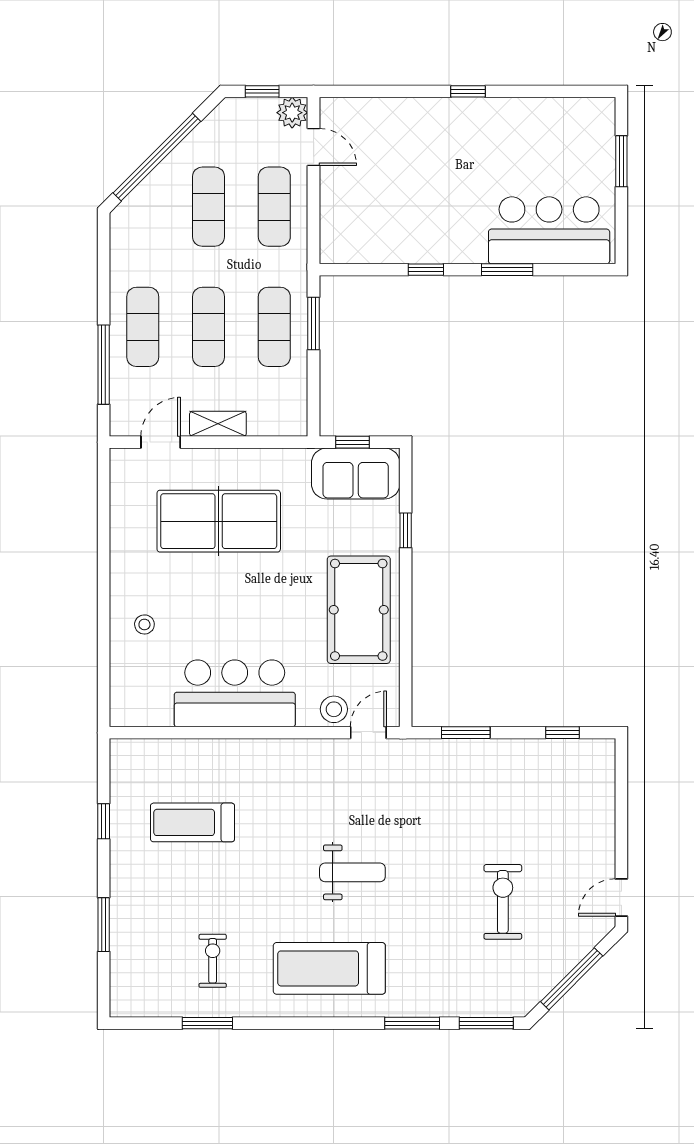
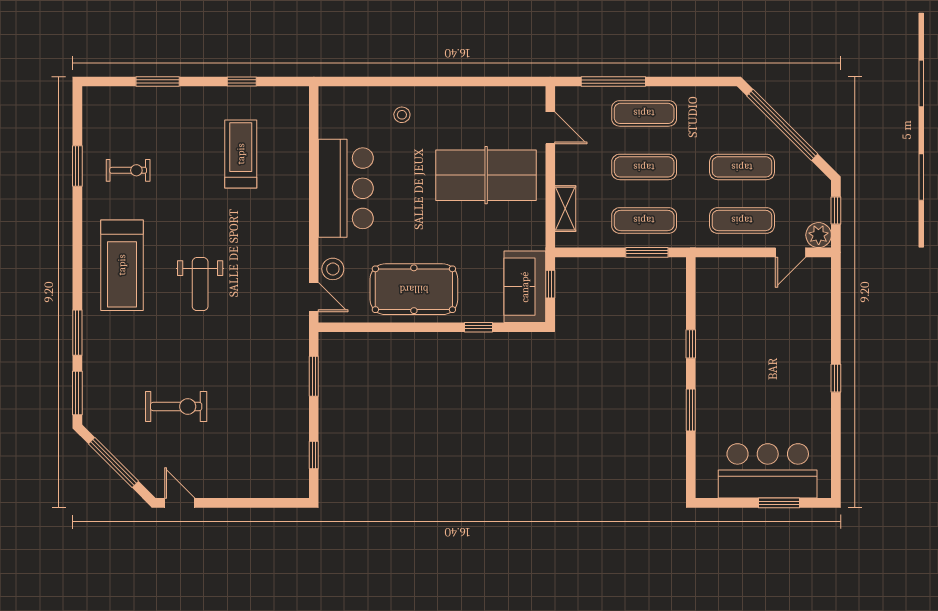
bar counter: (549, 230) -> (768, 471), moved, turned -90
shelving: (218, 424) -> (565, 209), moved
table tennis table: (219, 521) -> (486, 175), turned 90
treadmill: (329, 968) -> (122, 265), turned 180

